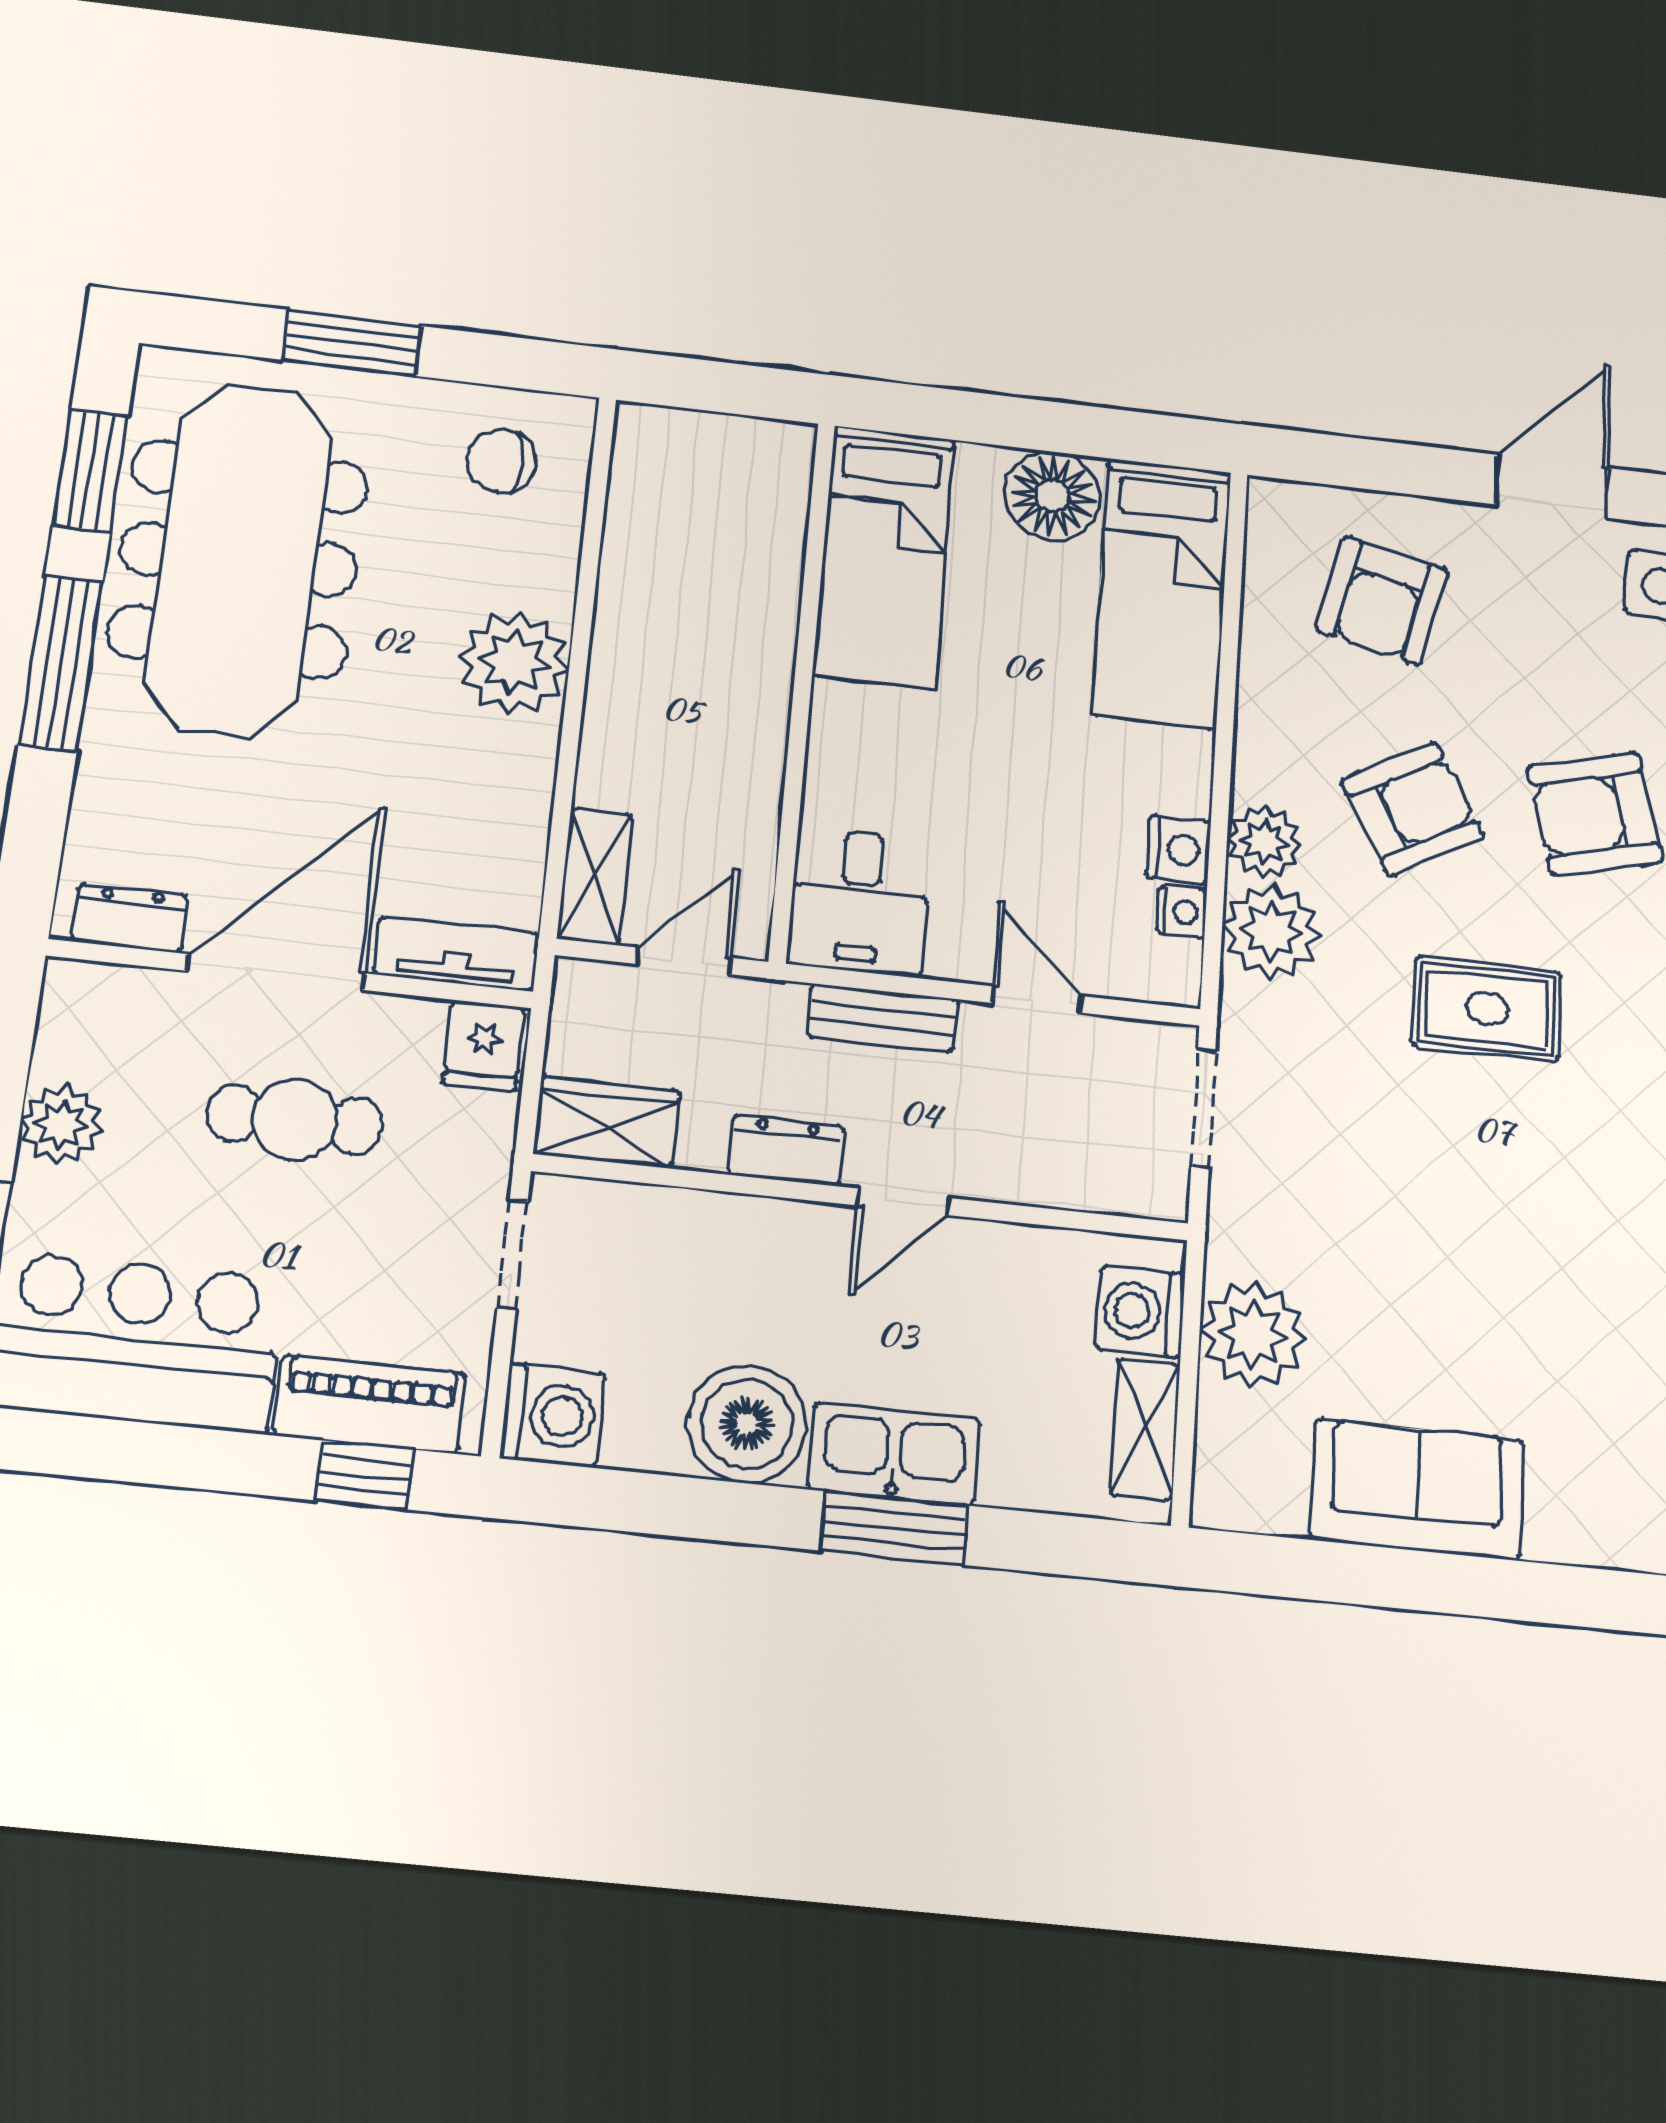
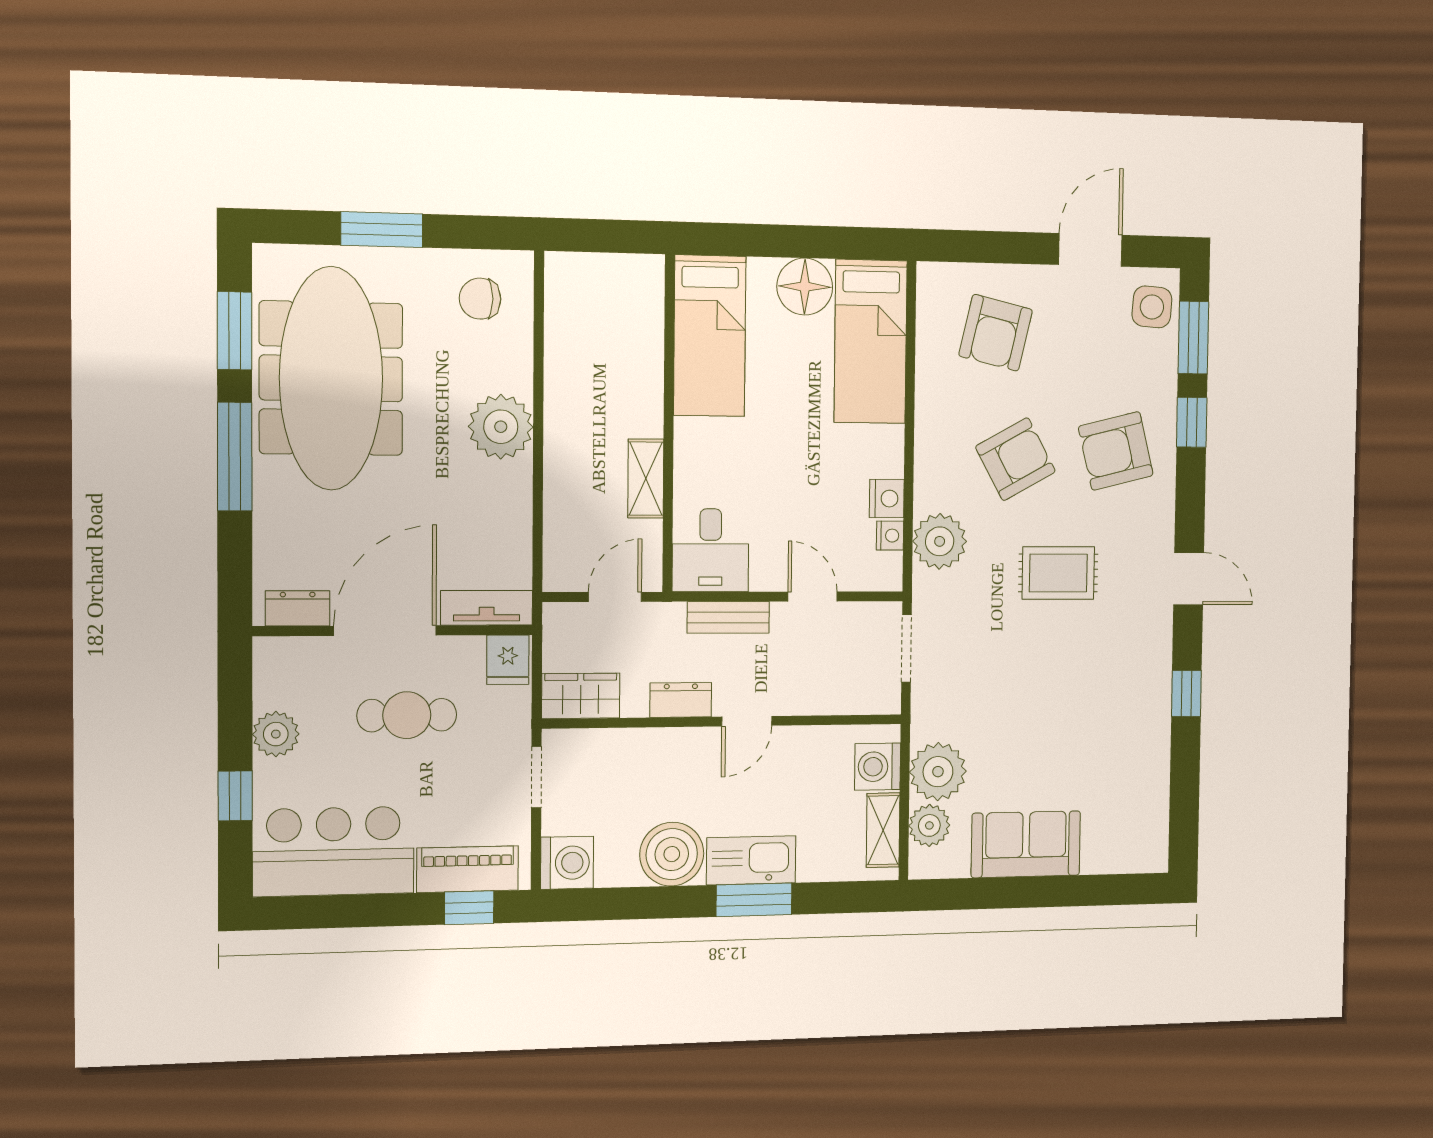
plant: (1264, 842) -> (929, 825), moved
shelving: (595, 876) -> (646, 479), moved

